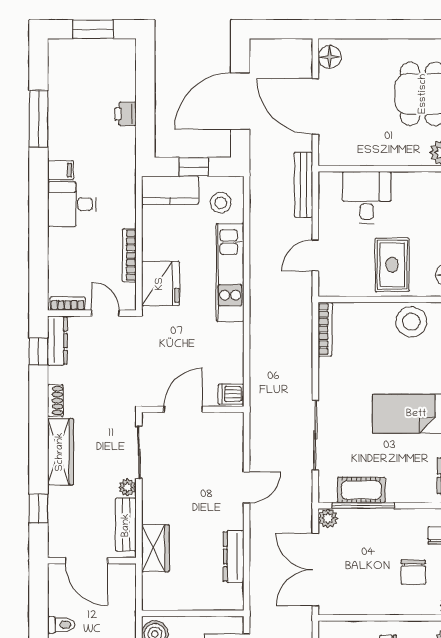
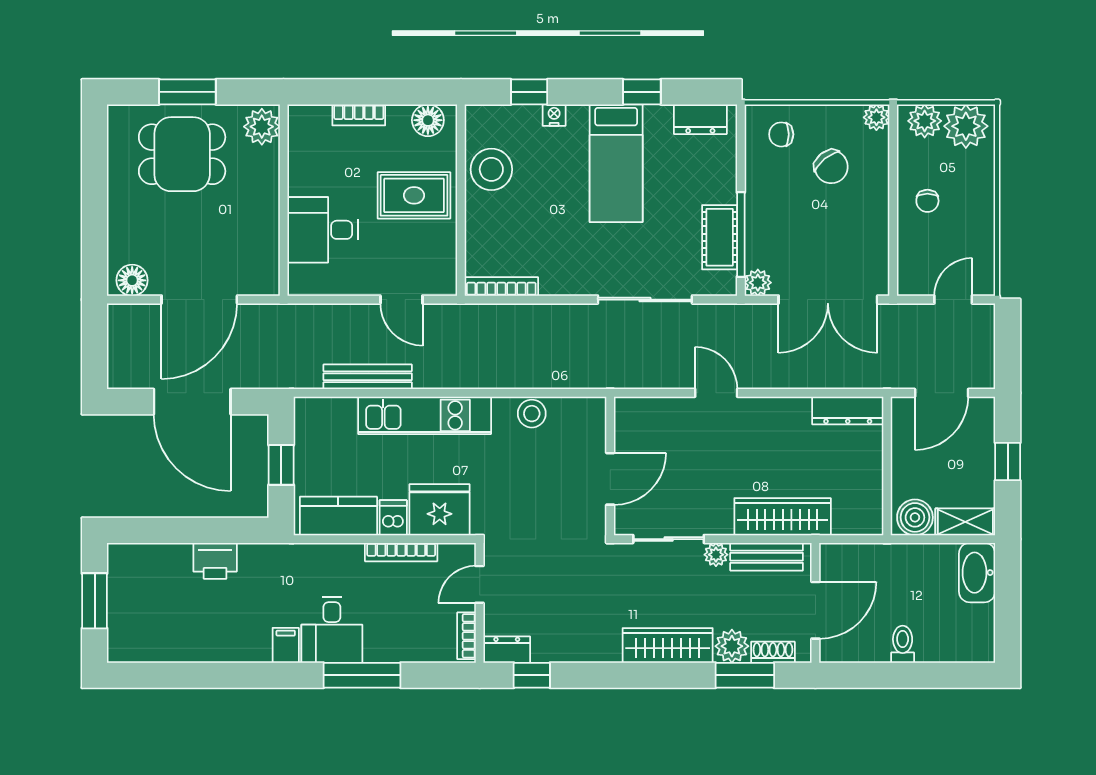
printer: (125, 114) -> (215, 561), width x1.36, depth x1.24
window: (38, 119) -> (362, 675), moved
bench: (303, 185) -> (368, 377), moved
kitchen counter: (170, 190) -> (338, 516), moved, turned -90
stool: (221, 203) -> (532, 414), moved
dresser: (57, 341) -> (507, 650), width x0.70
dishwasher: (231, 394) -> (393, 518), moved, turned 180
shoe rack: (55, 401) -> (773, 652), moved
door: (183, 409) -> (610, 479), swing flipped
plant: (60, 499) -> (732, 646), added
window: (38, 509) -> (745, 675), width x1.50
wardrobe: (155, 548) -> (783, 517), width x1.50
dresser: (234, 557) -> (848, 411), moved
chair: (413, 572) -> (831, 167), turned 51

